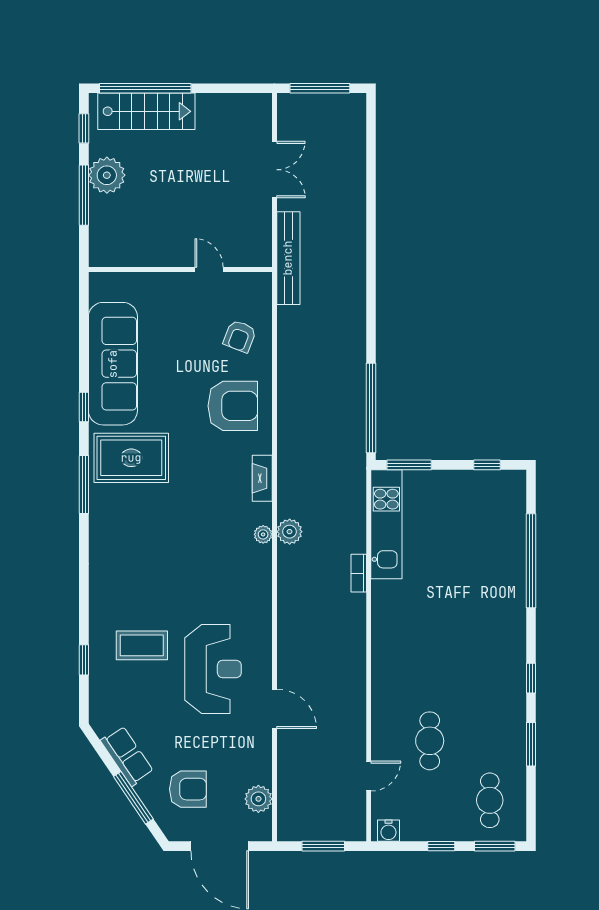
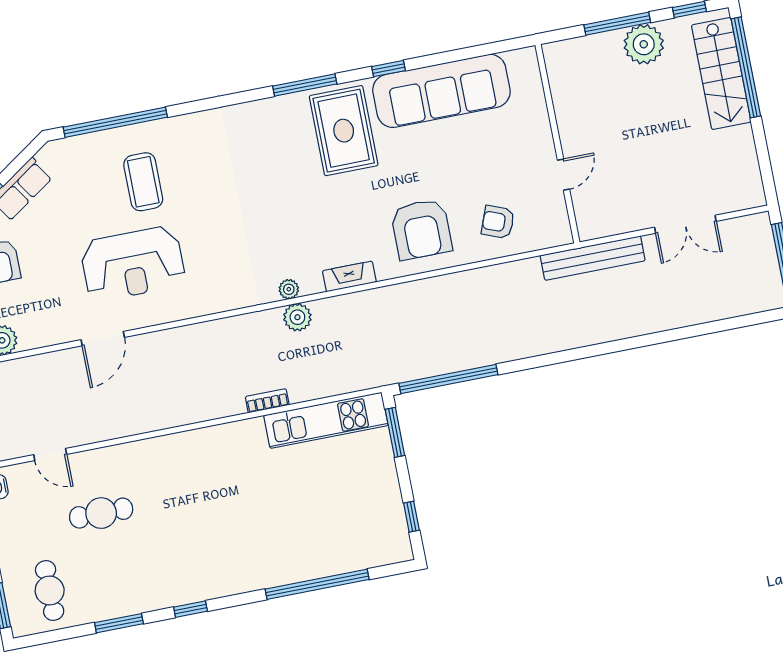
window: (84, 660) -> (115, 122), width x3.17
cafe table: (490, 800) -> (50, 591), turned 90

